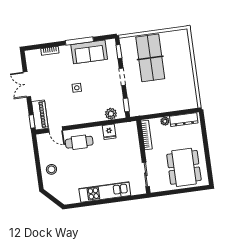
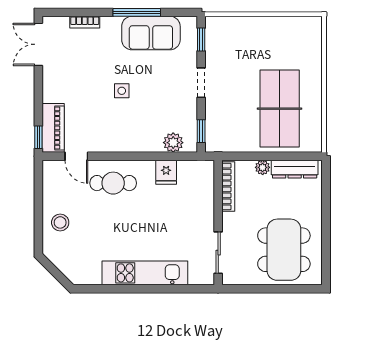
table tennis table: (150, 58) -> (280, 109), moved
double door: (27, 84) -> (38, 44), moved

